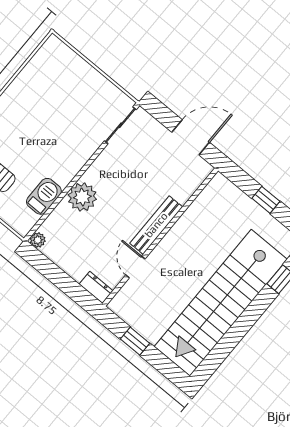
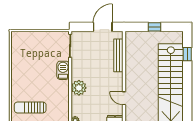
barbecue: (44, 196) -> (63, 70), moved
bench: (156, 225) -> (118, 55), moved

